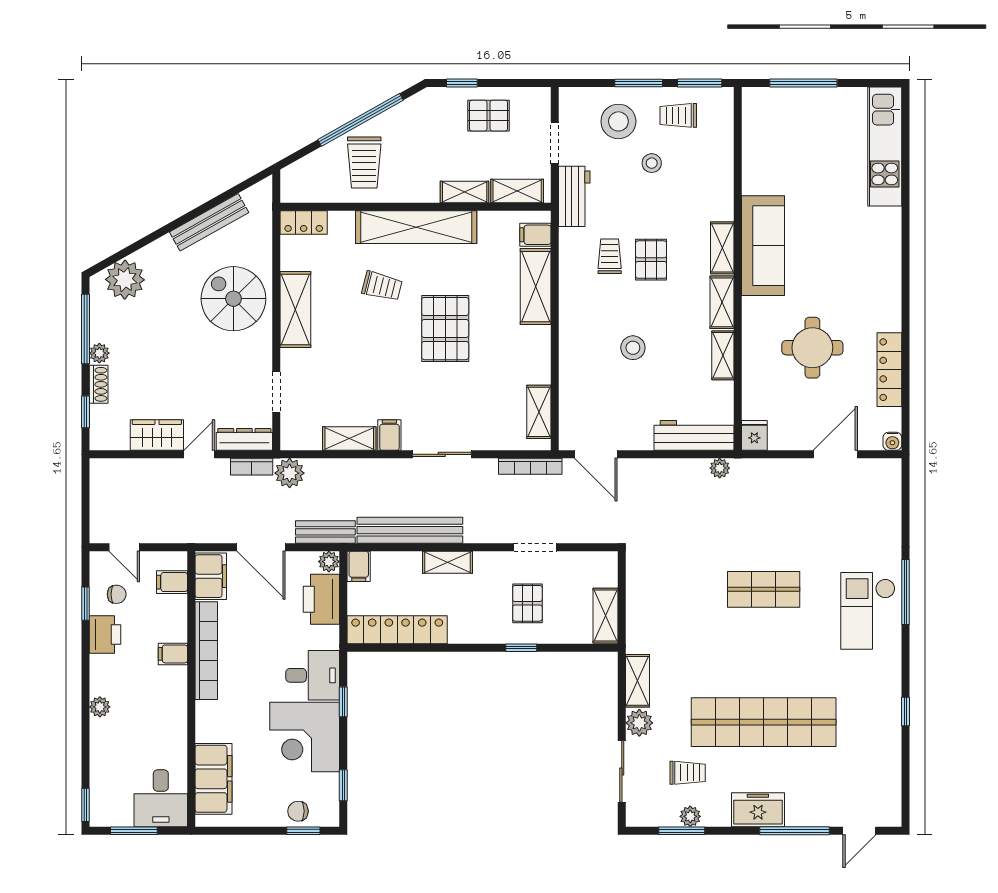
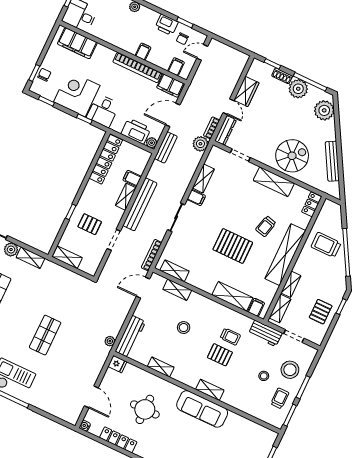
shelving: (722, 302) -> (177, 290), moved
plant: (99, 353) -> (298, 89), width x1.88, depth x1.88
bench: (410, 530) -> (140, 204), moved
filing cabinet: (359, 566) -> (132, 178), moved

